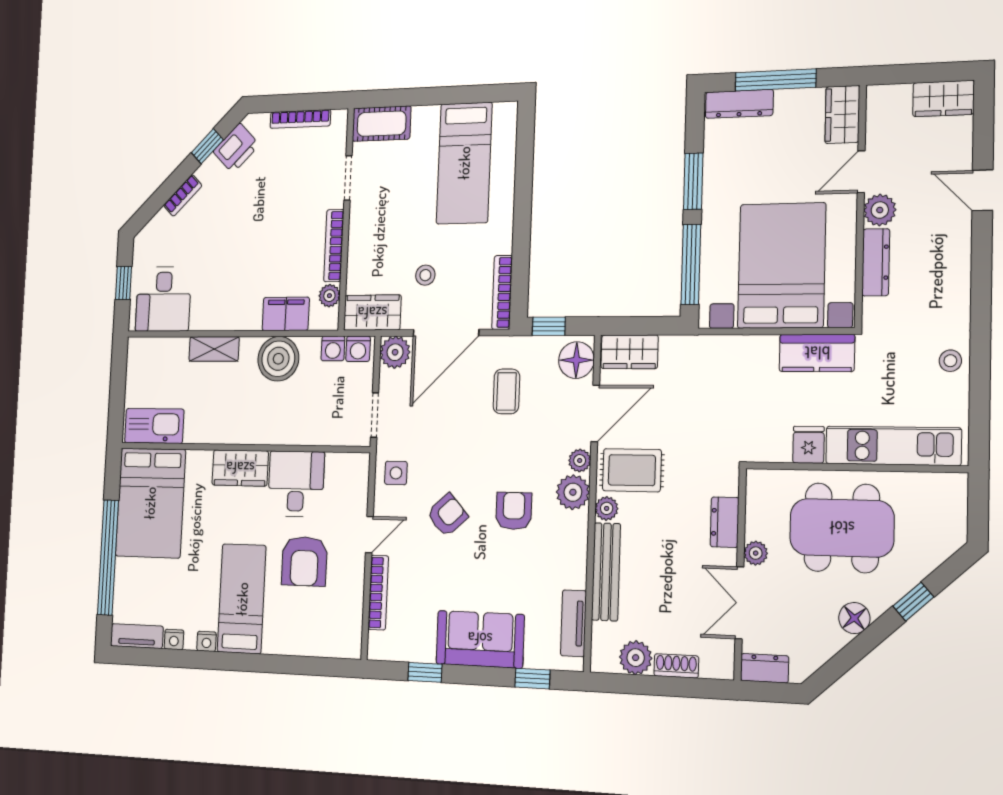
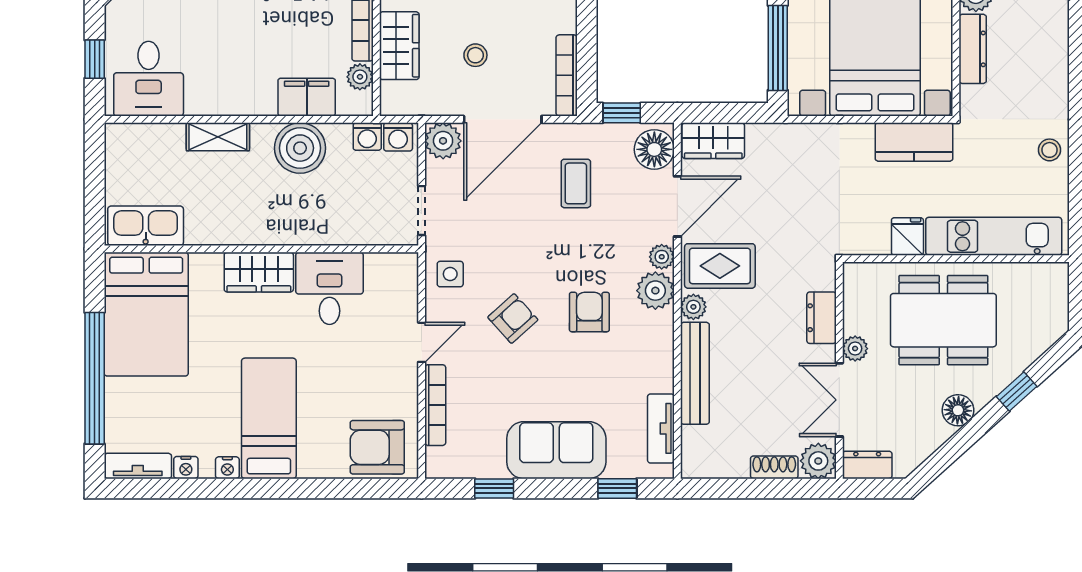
wardrobe: (372, 313) -> (399, 46), moved, turned 90
armchair: (304, 561) -> (377, 447), moved, turned 90
plant: (636, 658) -> (818, 461), moved

